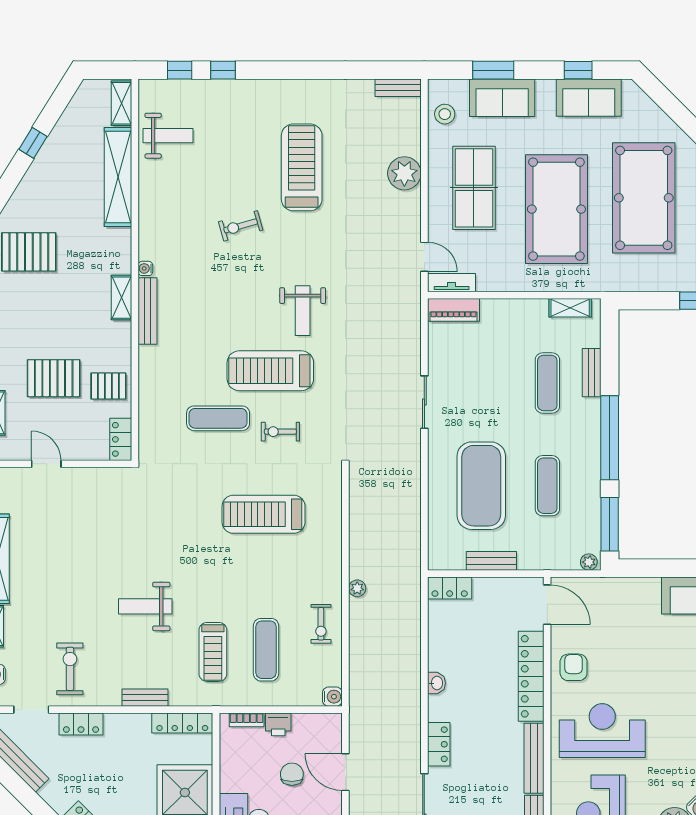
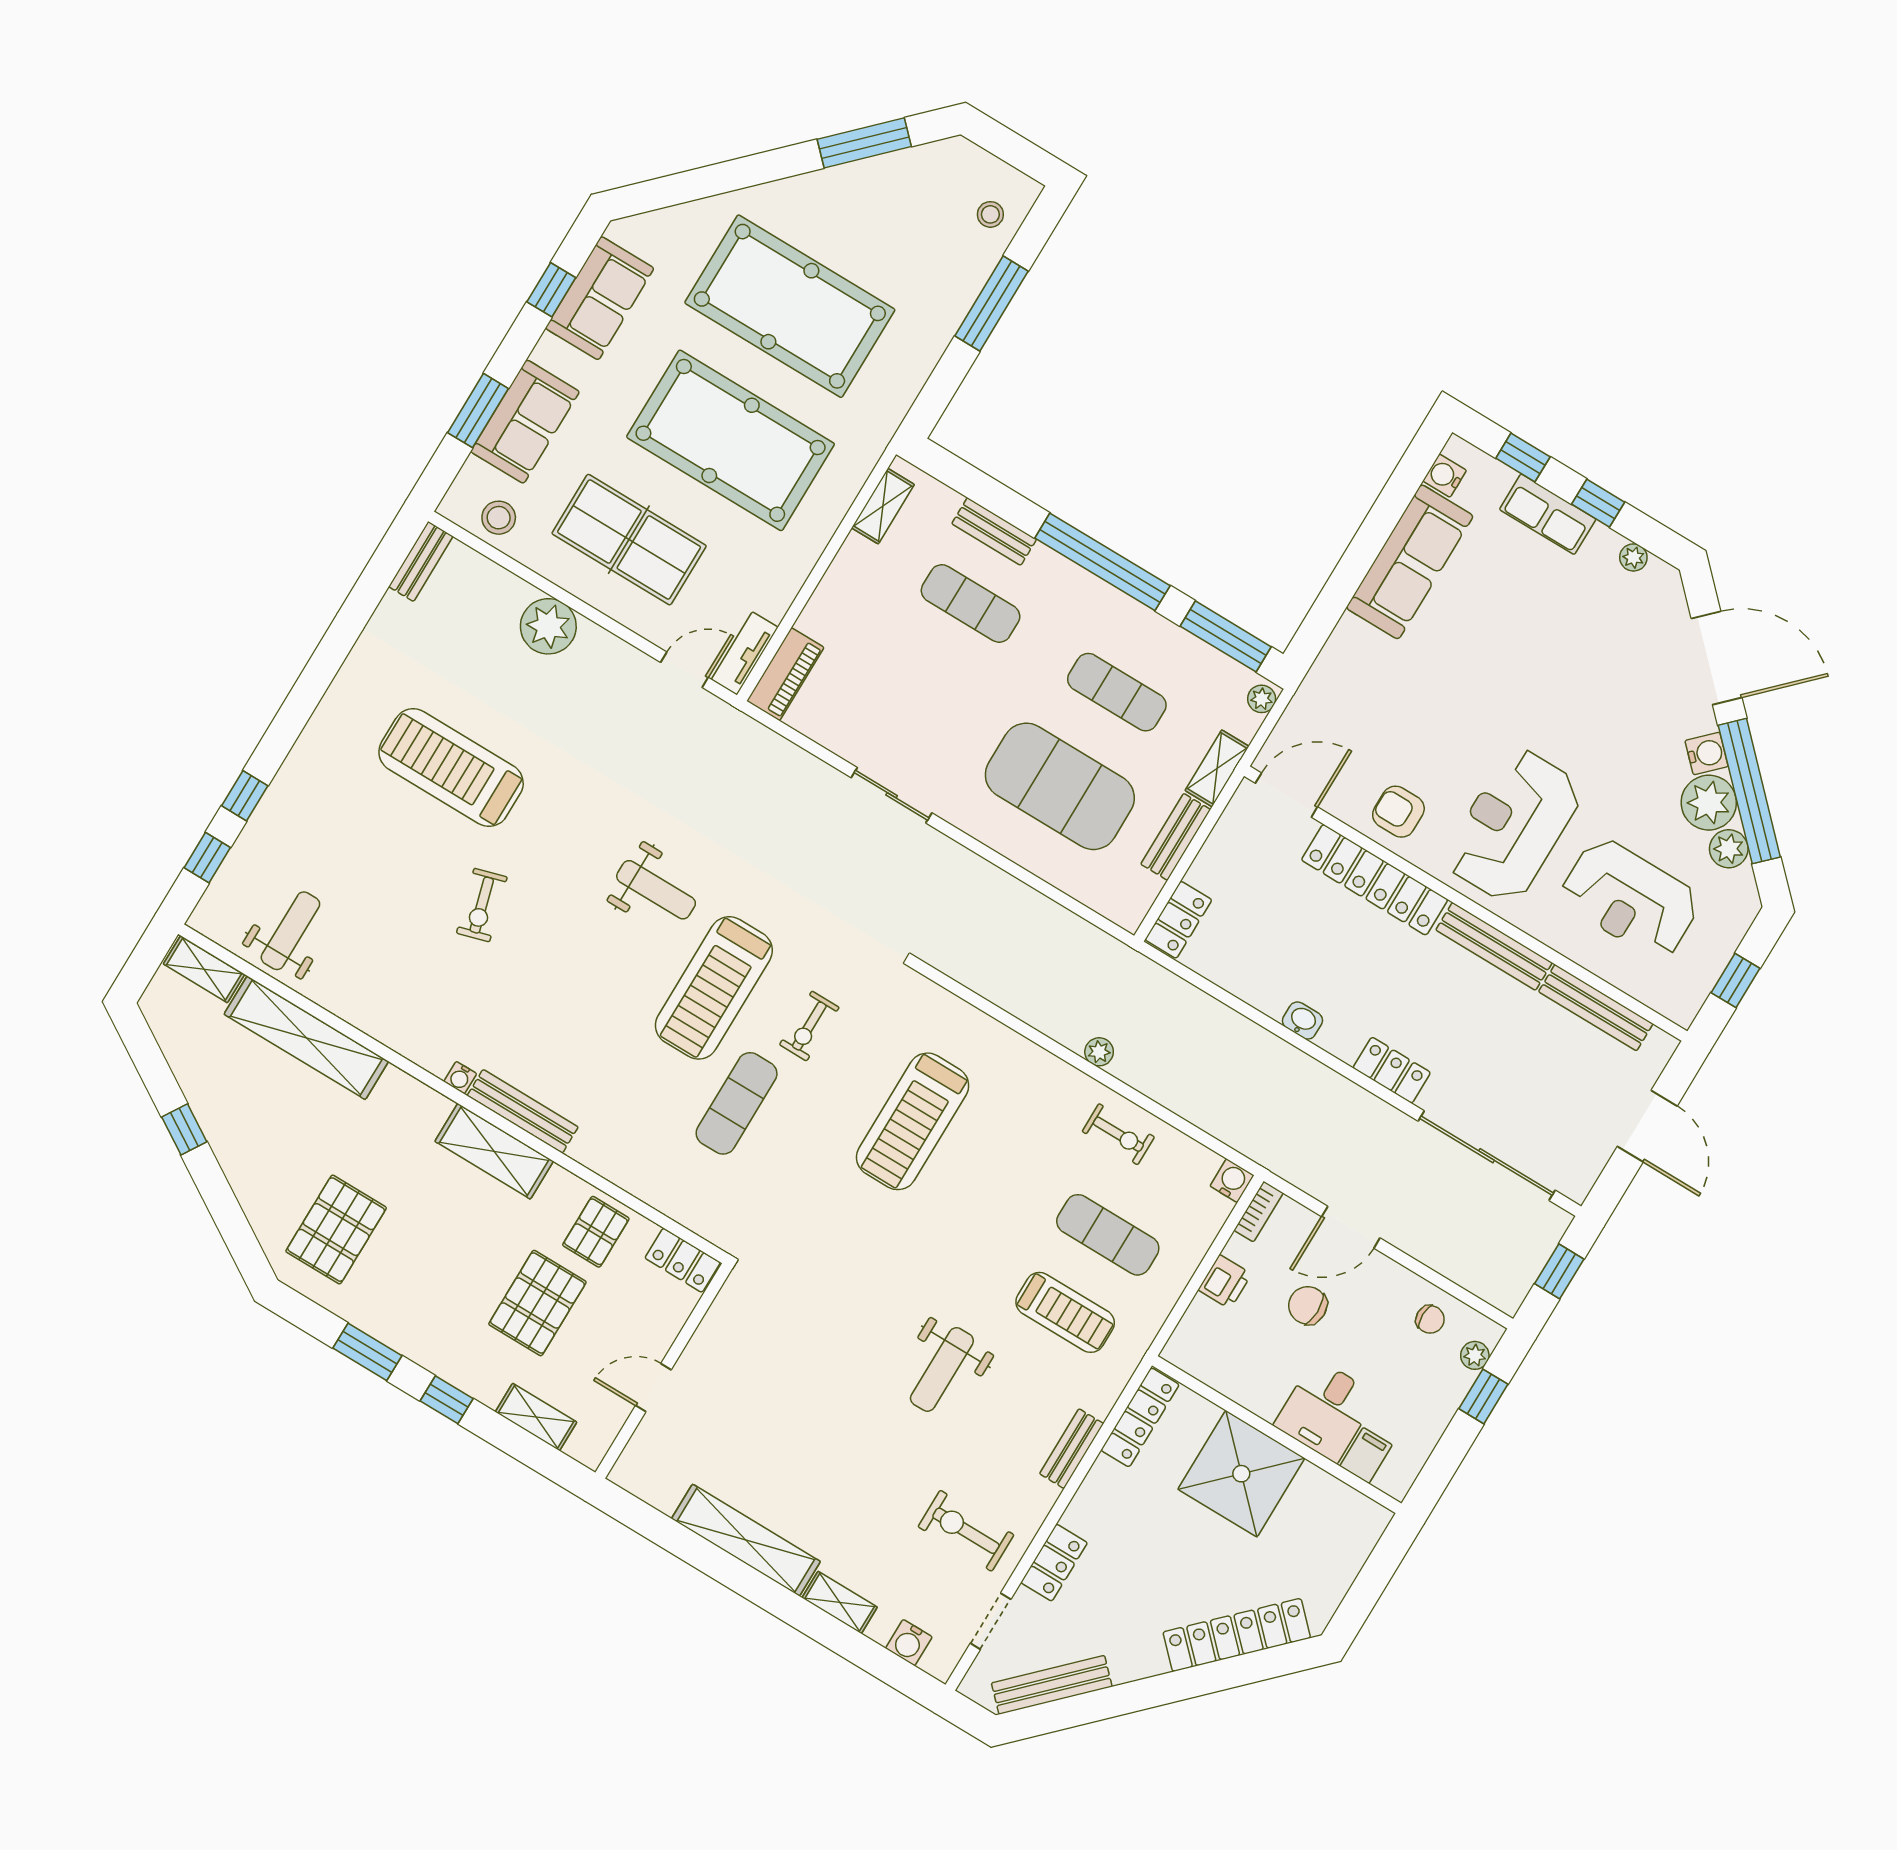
shelving: (121, 298) -> (494, 1151), width x1.50, depth x1.33
shelving: (539, 561) -> (1217, 768), added
bookcase: (247, 720) -> (1259, 1212), moved

